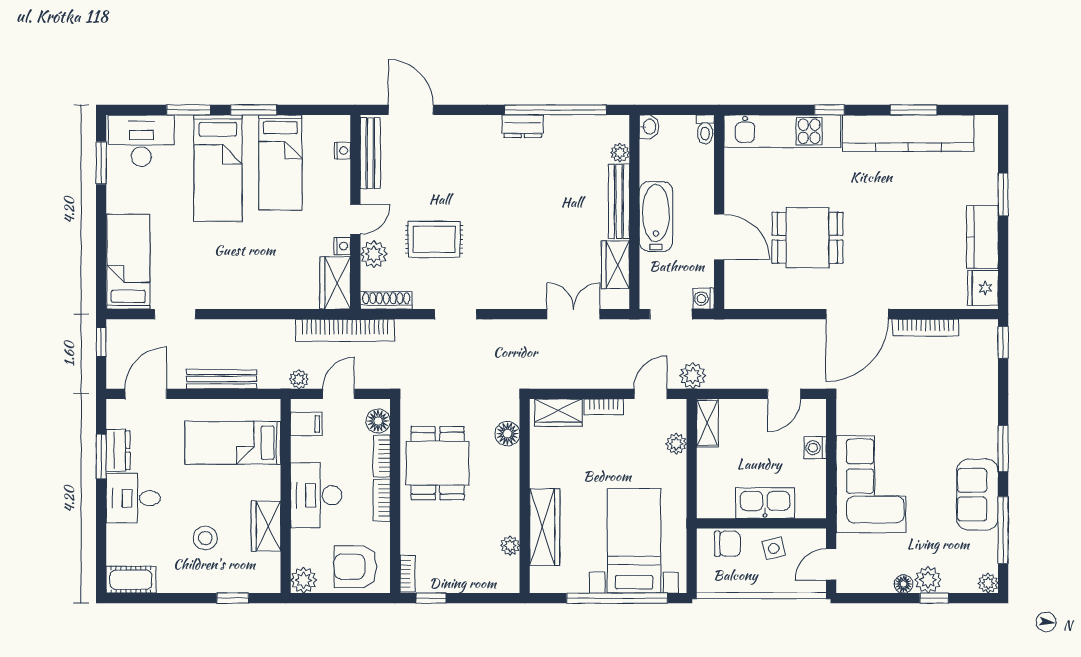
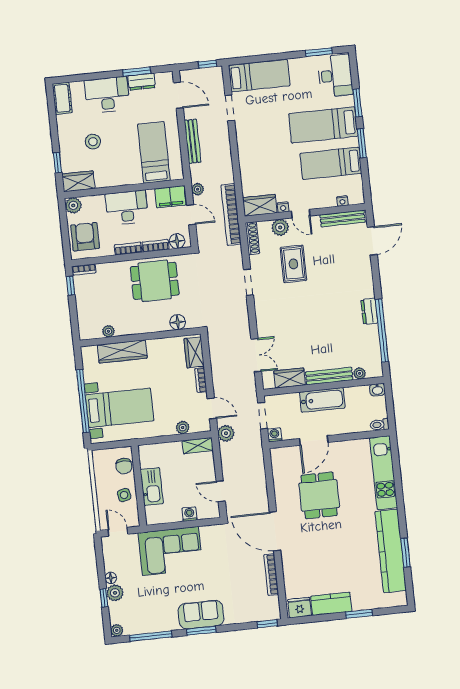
window: (829, 110) -> (400, 500), removed
filing cabinet: (306, 424) -> (170, 197), width x2.00
sofa: (977, 495) -> (201, 615), moved
desk: (133, 498) -> (107, 95), width x1.37
wardrobe: (266, 526) -> (78, 181), moved

